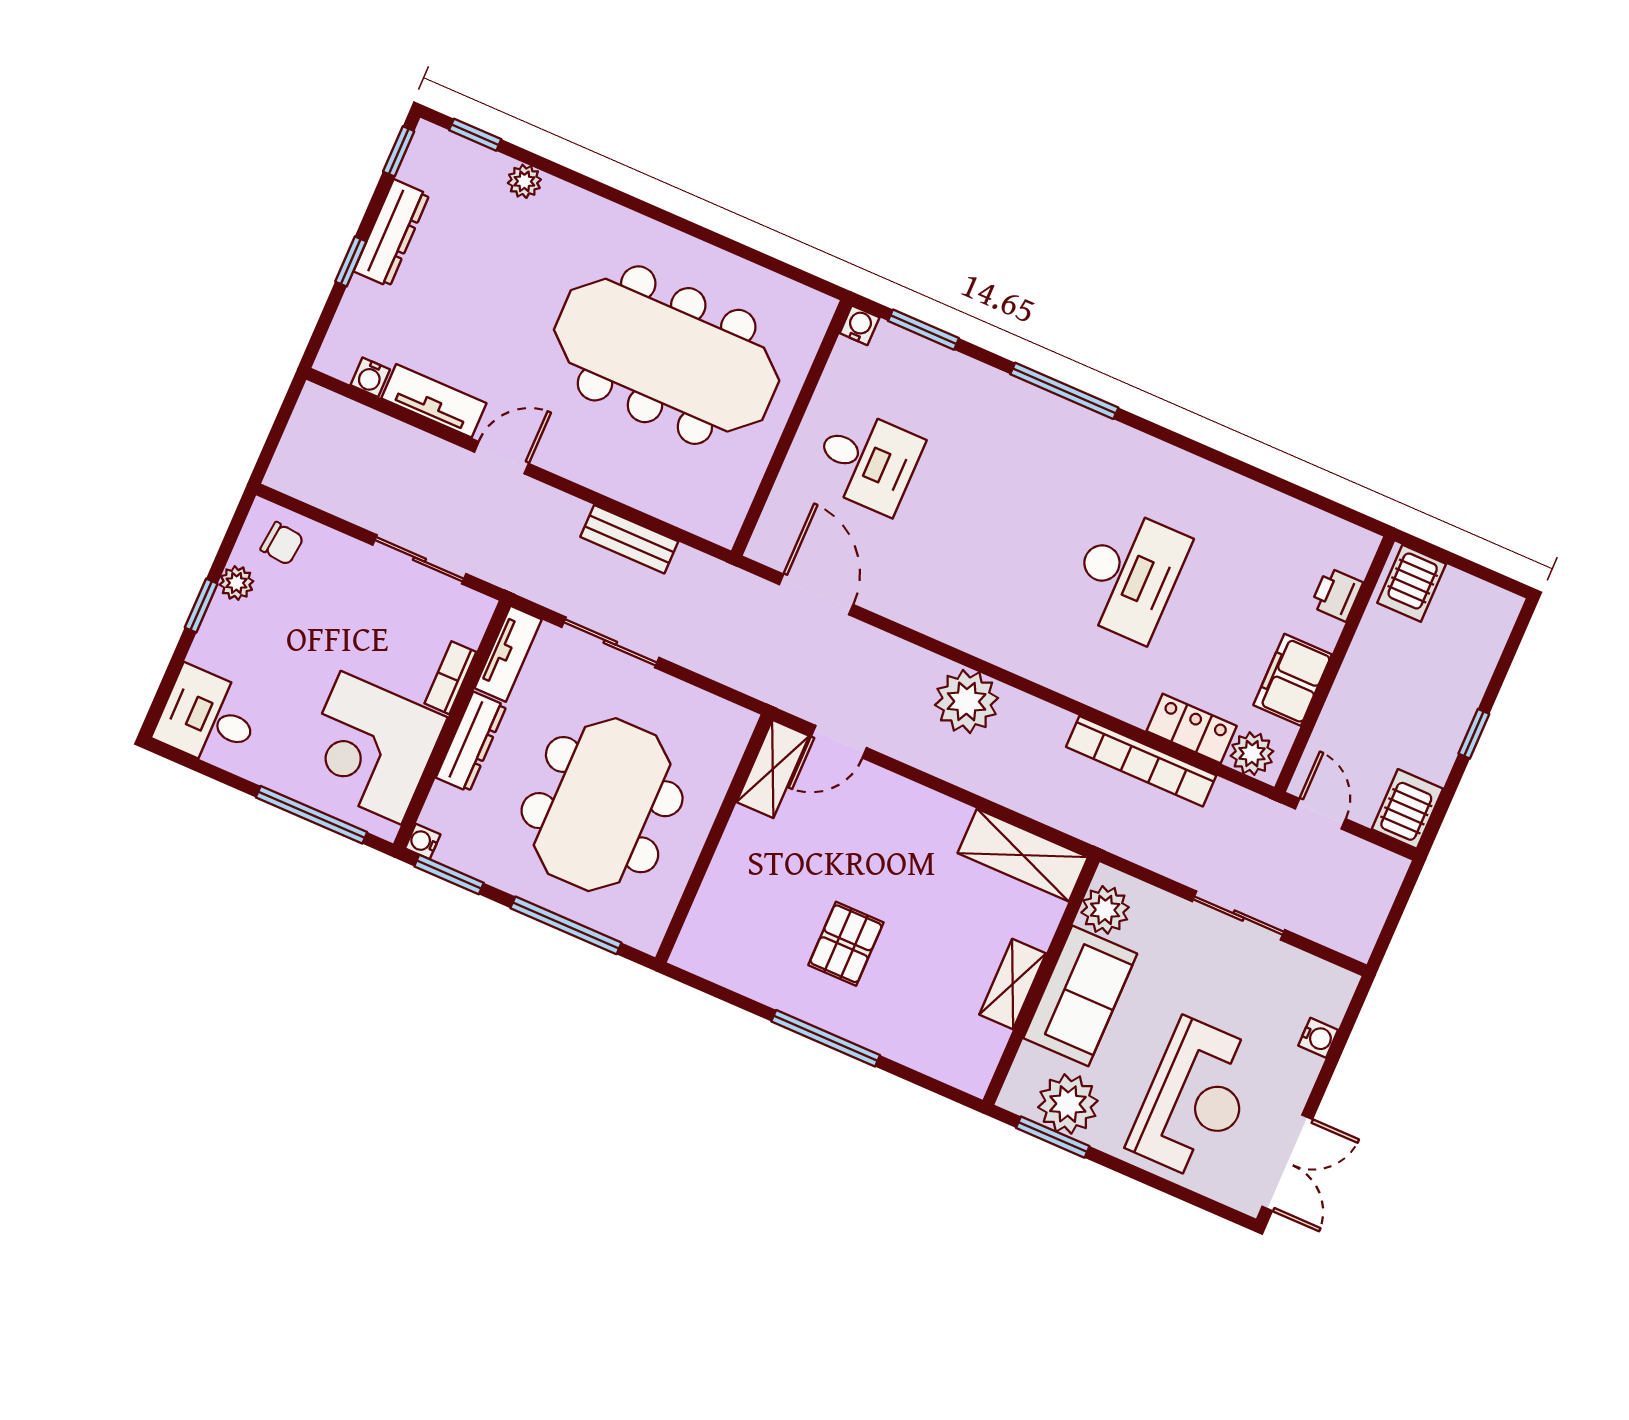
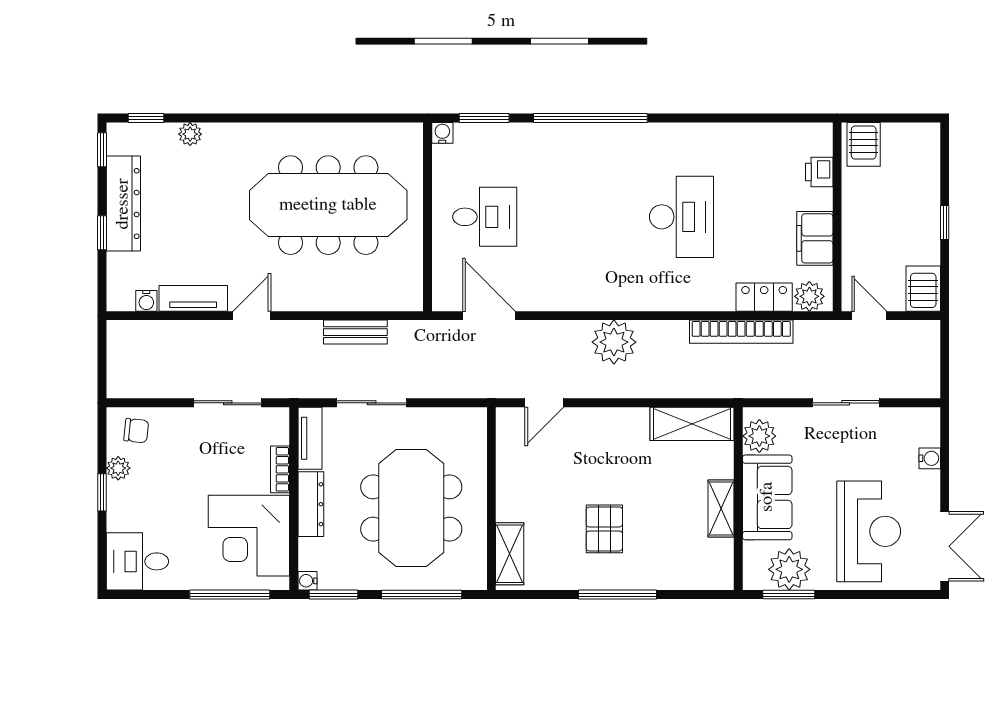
dresser: (392, 233) -> (123, 204), width x1.37, depth x1.24
window: (1064, 391) -> (590, 118), width x1.46
shelving: (773, 769) -> (510, 554), moved

